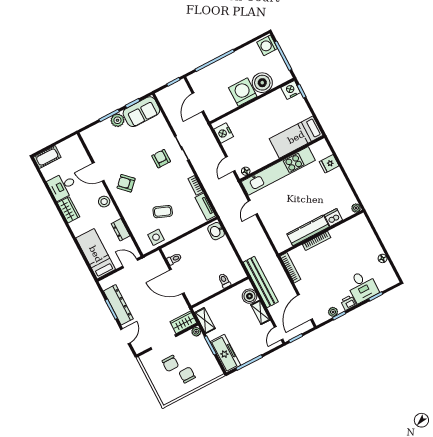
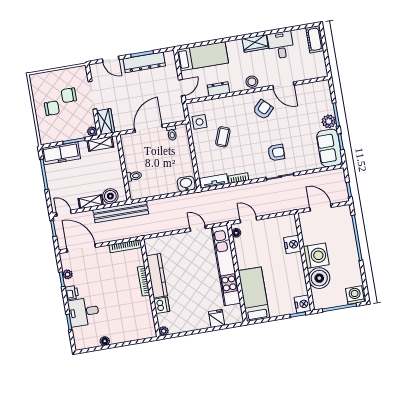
nightstand: (224, 133) -> (292, 244), moved, turned 90
door: (98, 172) -> (283, 85), swing flipped

